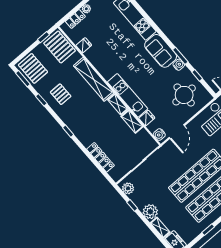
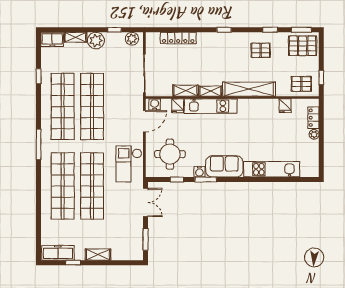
pallet: (60, 47) -> (301, 84), width x0.67, depth x0.71
door: (177, 132) -> (144, 121), swing flipped

